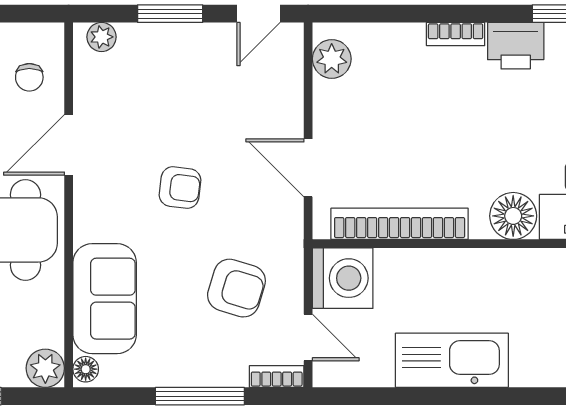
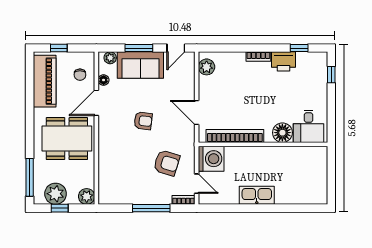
sofa: (105, 299) -> (140, 65), moved, turned 90
kitchen sink: (452, 360) -> (257, 195), width x0.73, depth x0.81
floor lamp: (86, 369) -> (104, 80), moved

